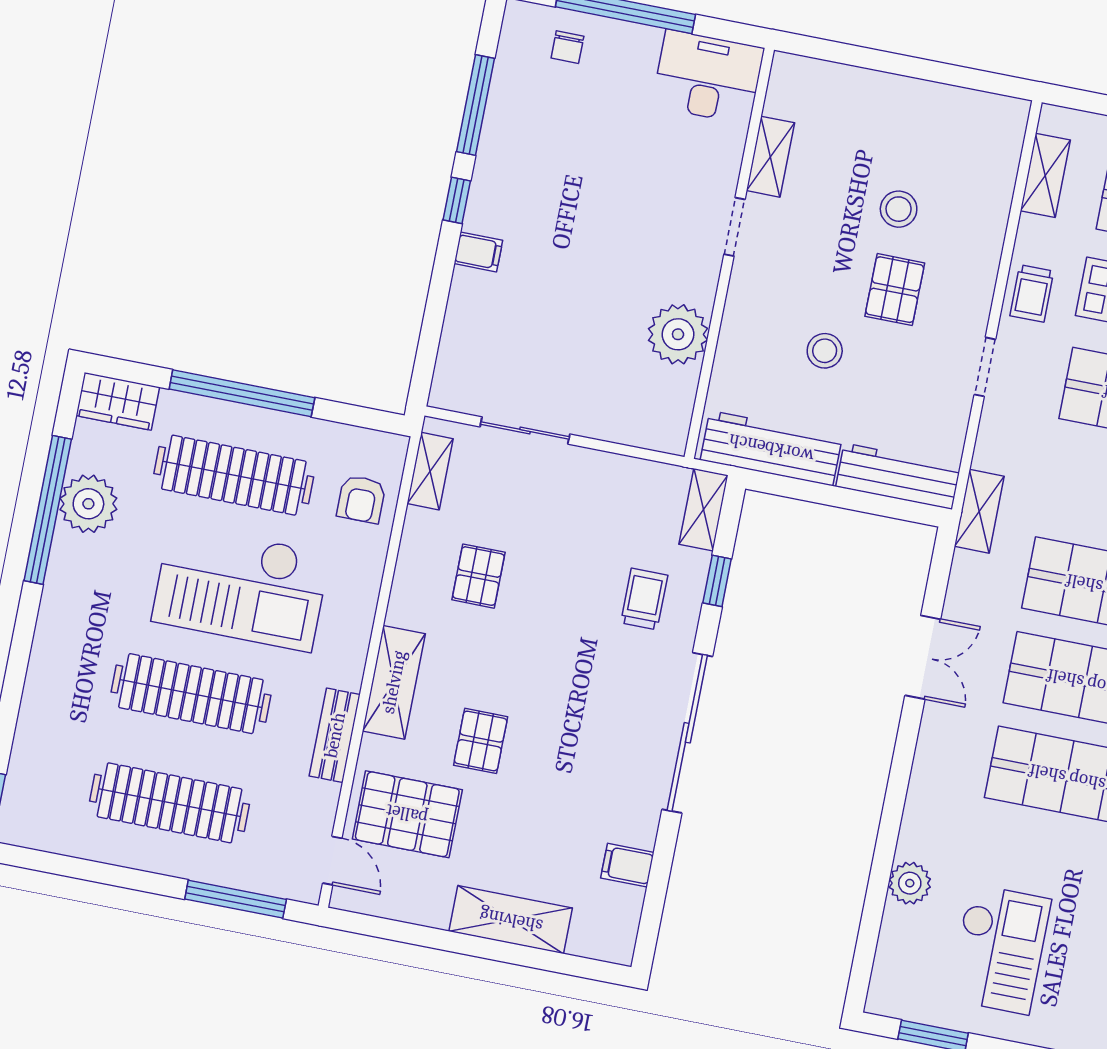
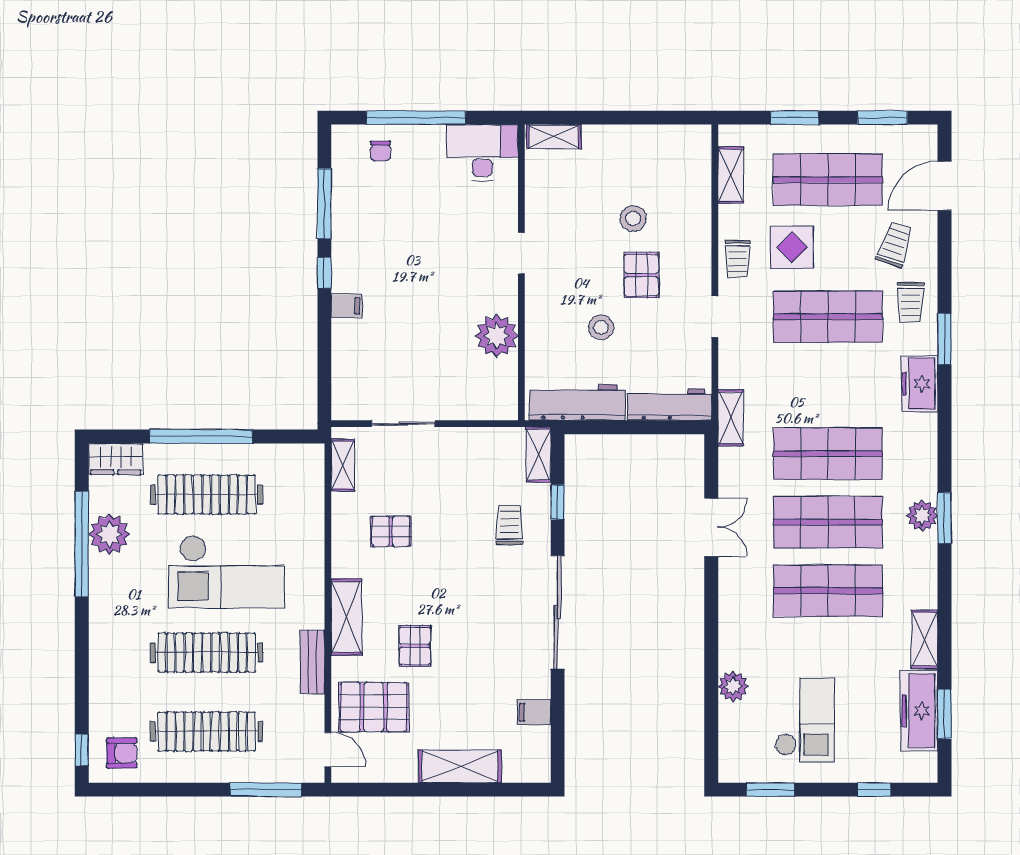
shelving: (770, 157) -> (554, 137), moved, turned 90
armchair: (361, 499) -> (122, 753), moved, turned -90
pallet: (478, 576) -> (391, 531), turned 90

